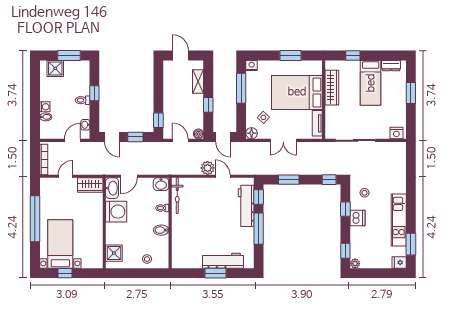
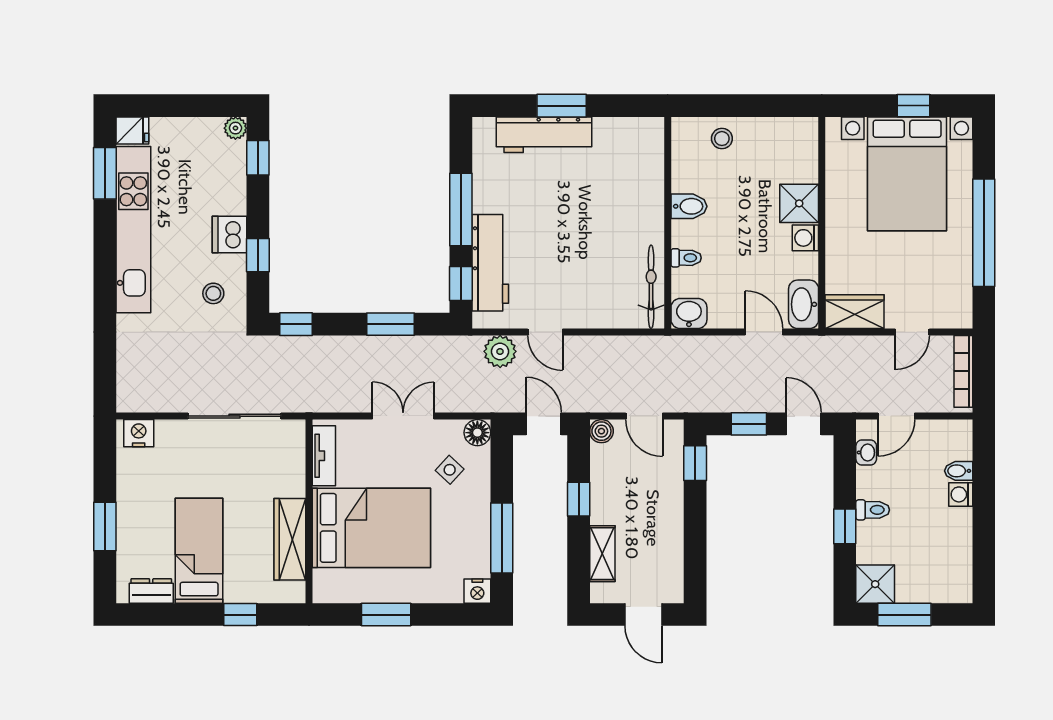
shower: (55, 68) -> (875, 584), moved
plant: (208, 168) -> (500, 351), moved
door: (129, 176) -> (764, 332), hinge flipped
washing machine: (116, 212) -> (805, 238), width x0.53, depth x0.53
kitchen unit: (399, 220) -> (133, 230), width x1.36
bed with nightstands: (60, 244) -> (907, 174), width x1.36
shower: (114, 253) -> (799, 203), moved

